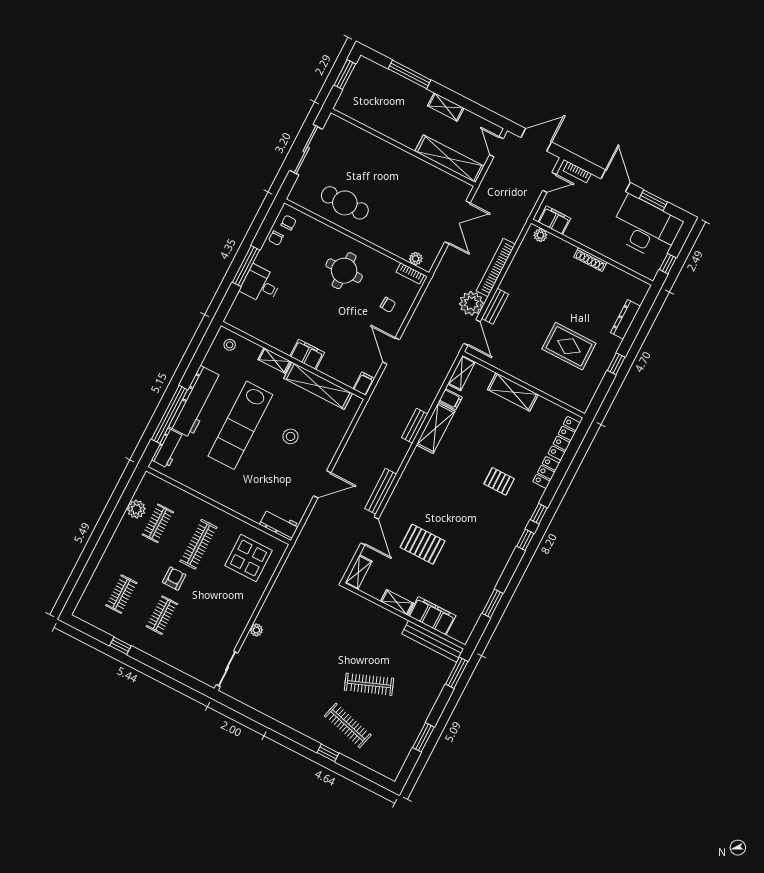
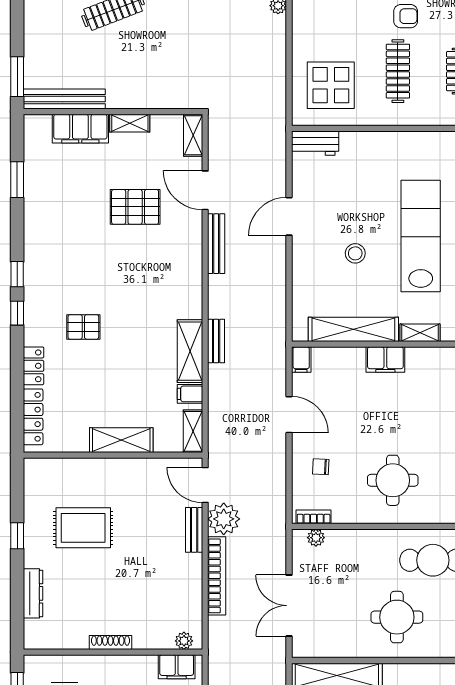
round table: (389, 177) -> (397, 617), added
armchair: (174, 579) -> (406, 16), turned -90

